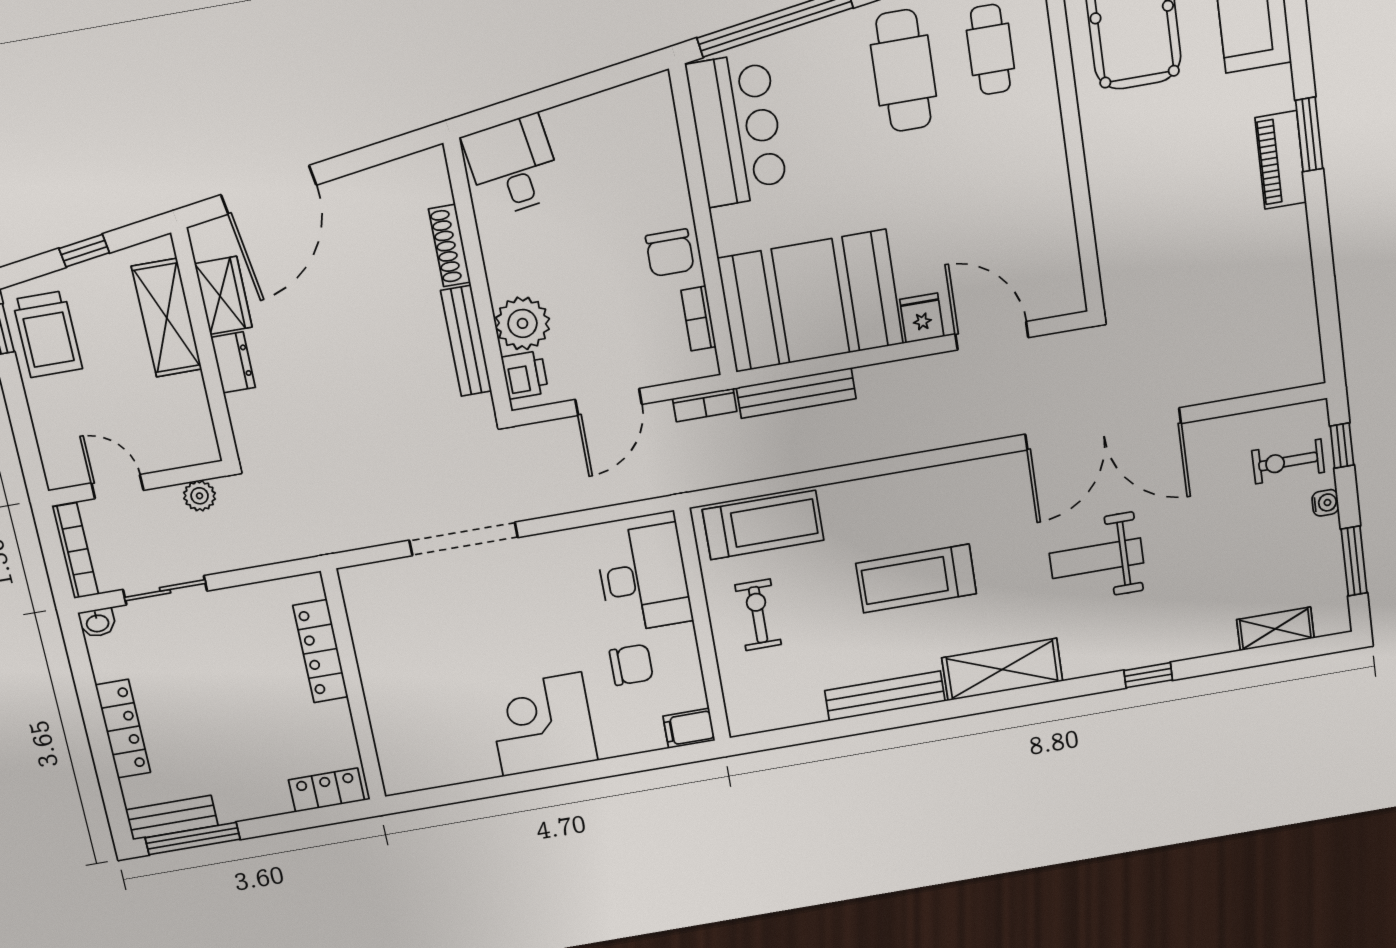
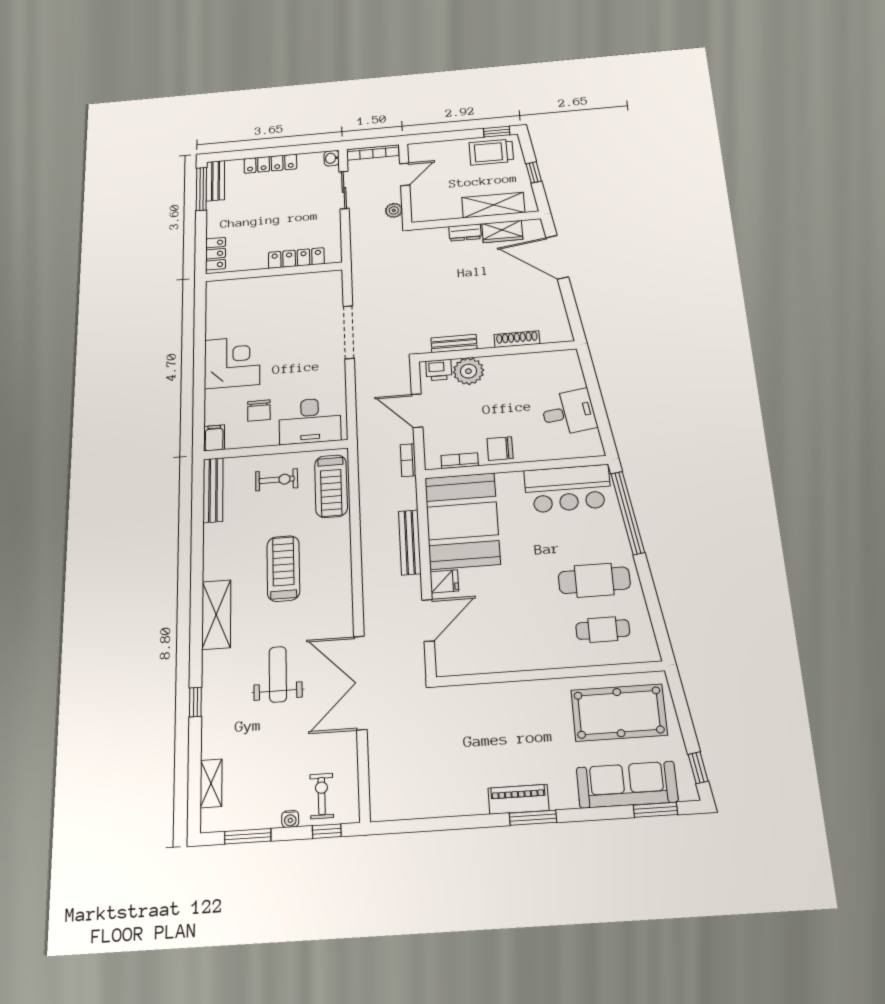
desk: (513, 166) -> (569, 412), moved
bench: (466, 341) -> (454, 343), width x0.73
bench: (796, 393) -> (410, 542), moved
bench: (885, 696) -> (213, 490), moved

